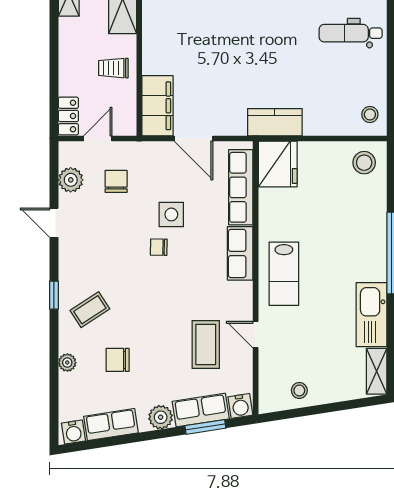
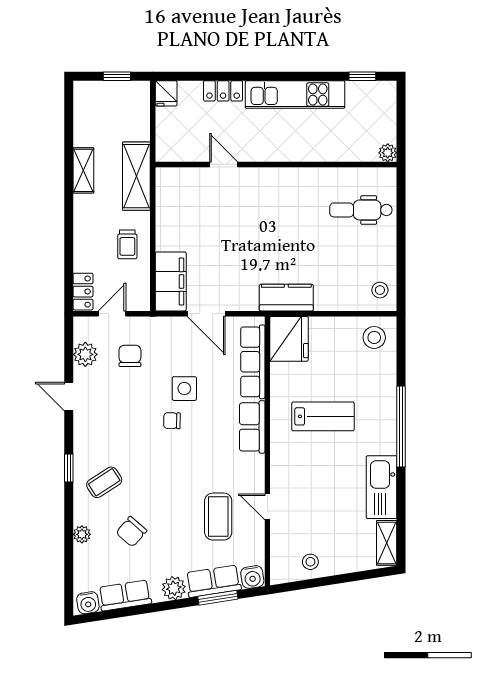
trolley: (113, 68) -> (127, 244), turned -90
lab bench: (284, 274) -> (323, 416), moved, turned -90
chair: (118, 360) -> (131, 532), turned -49

